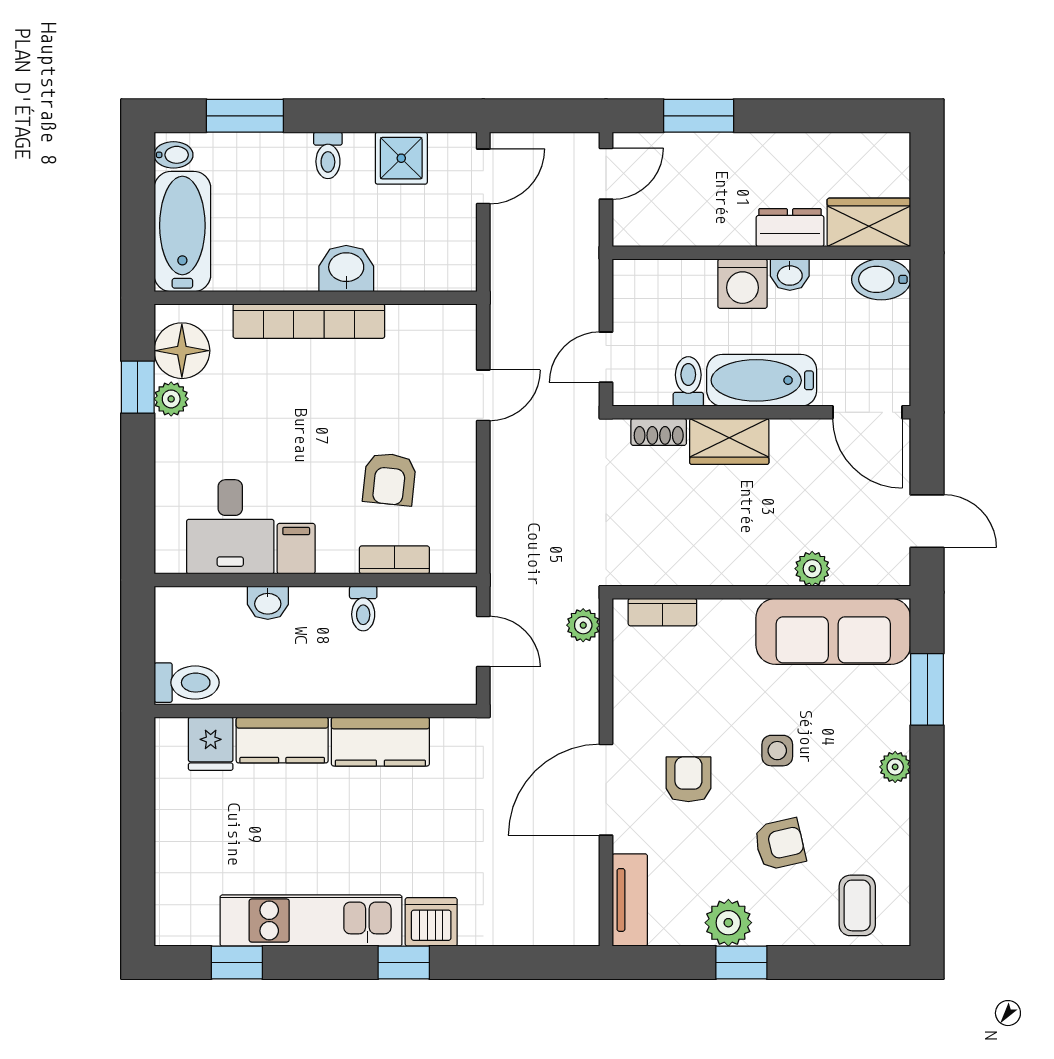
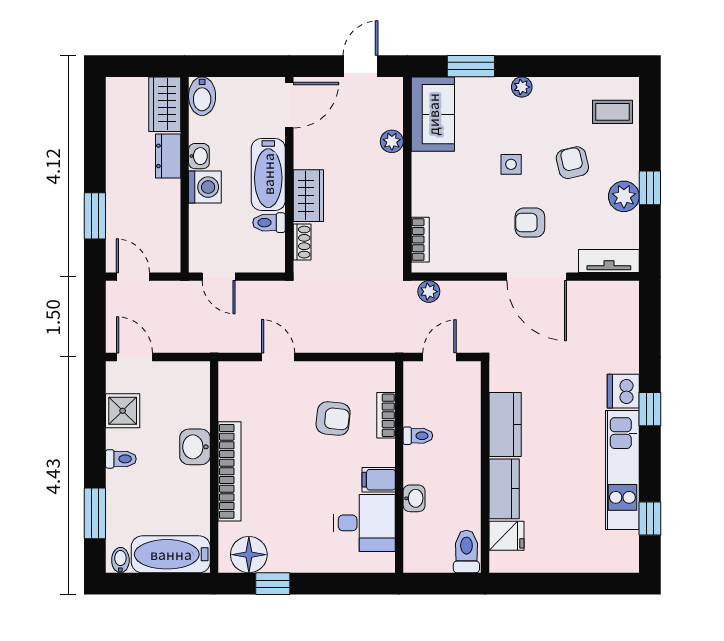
door: (606, 357) -> (219, 277), moved
plant: (171, 399) -> (280, 562), removed
sofa: (833, 631) -> (433, 114), width x0.73

